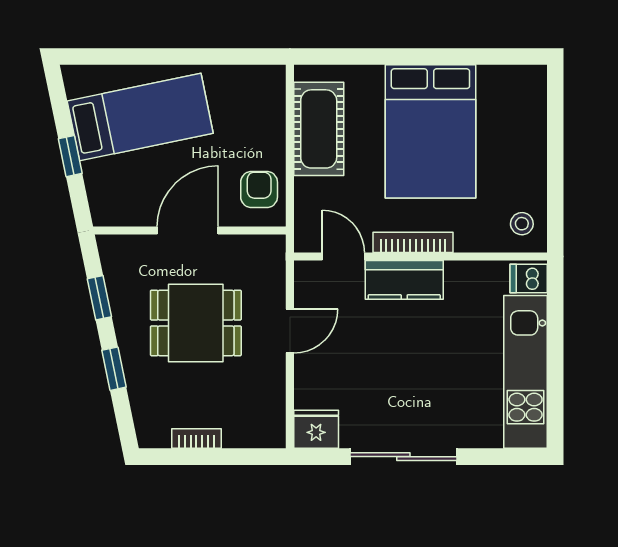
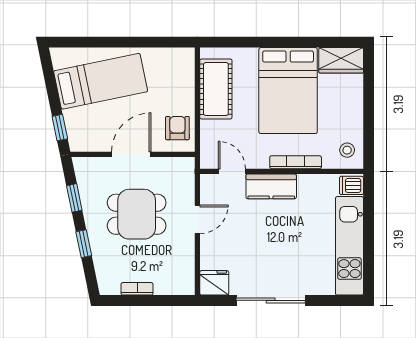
wardrobe: (513, 85) -> (341, 60), added
window: (70, 156) -> (60, 128), moved
bookcase: (413, 242) -> (296, 162), moved

